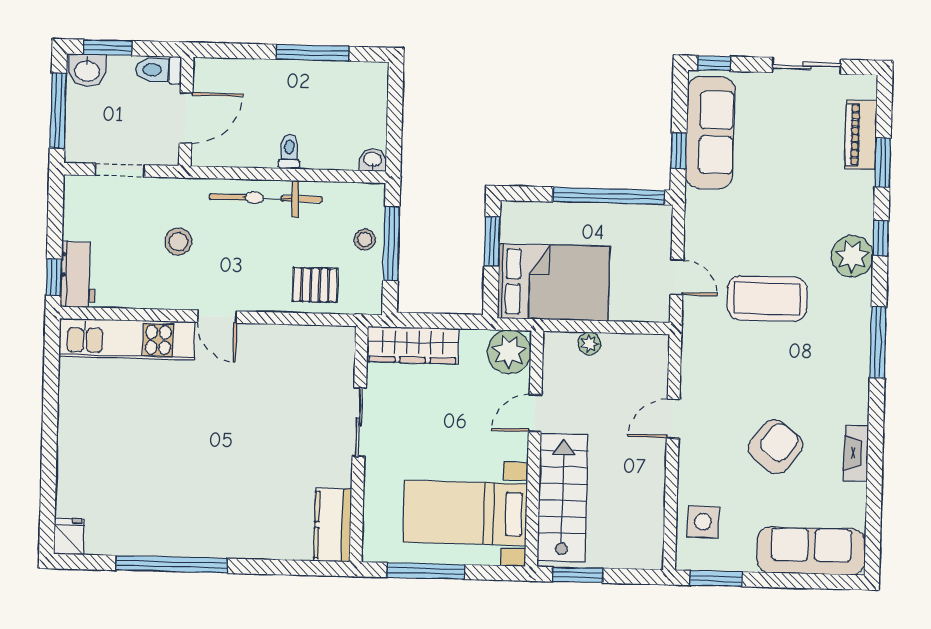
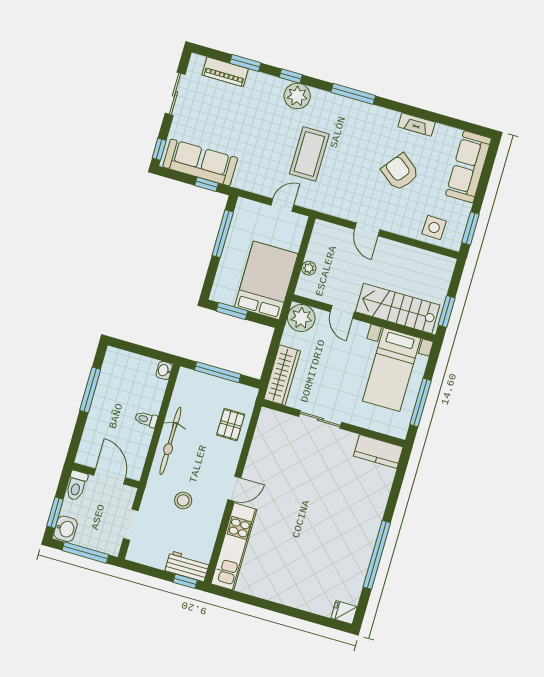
window: (609, 196) -> (223, 234), width x0.68
stool: (365, 239) -> (211, 388), removed

